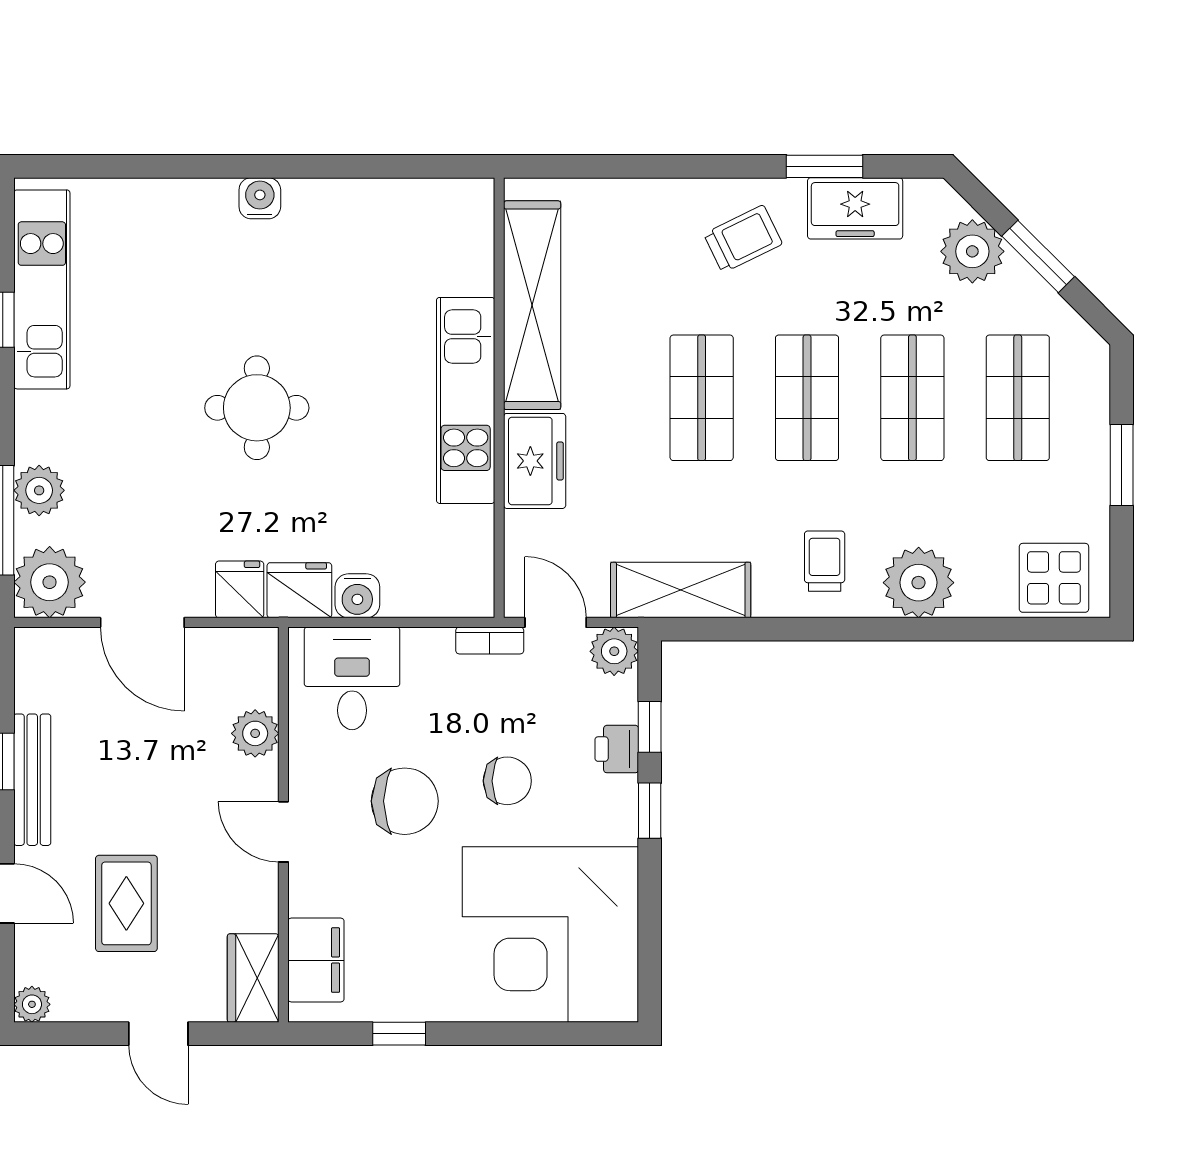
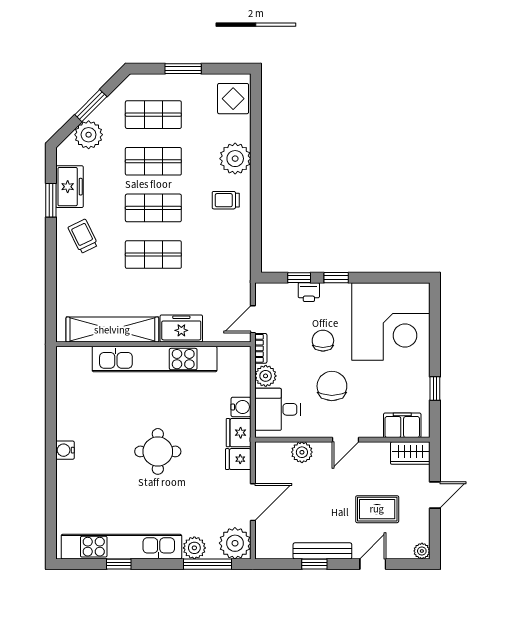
kitchen unit: (42, 289) -> (121, 547), width x1.36
kitchen unit: (466, 400) -> (155, 359), width x1.36
shelving: (681, 590) -> (238, 264), removed
plant: (614, 651) -> (266, 376), moved

